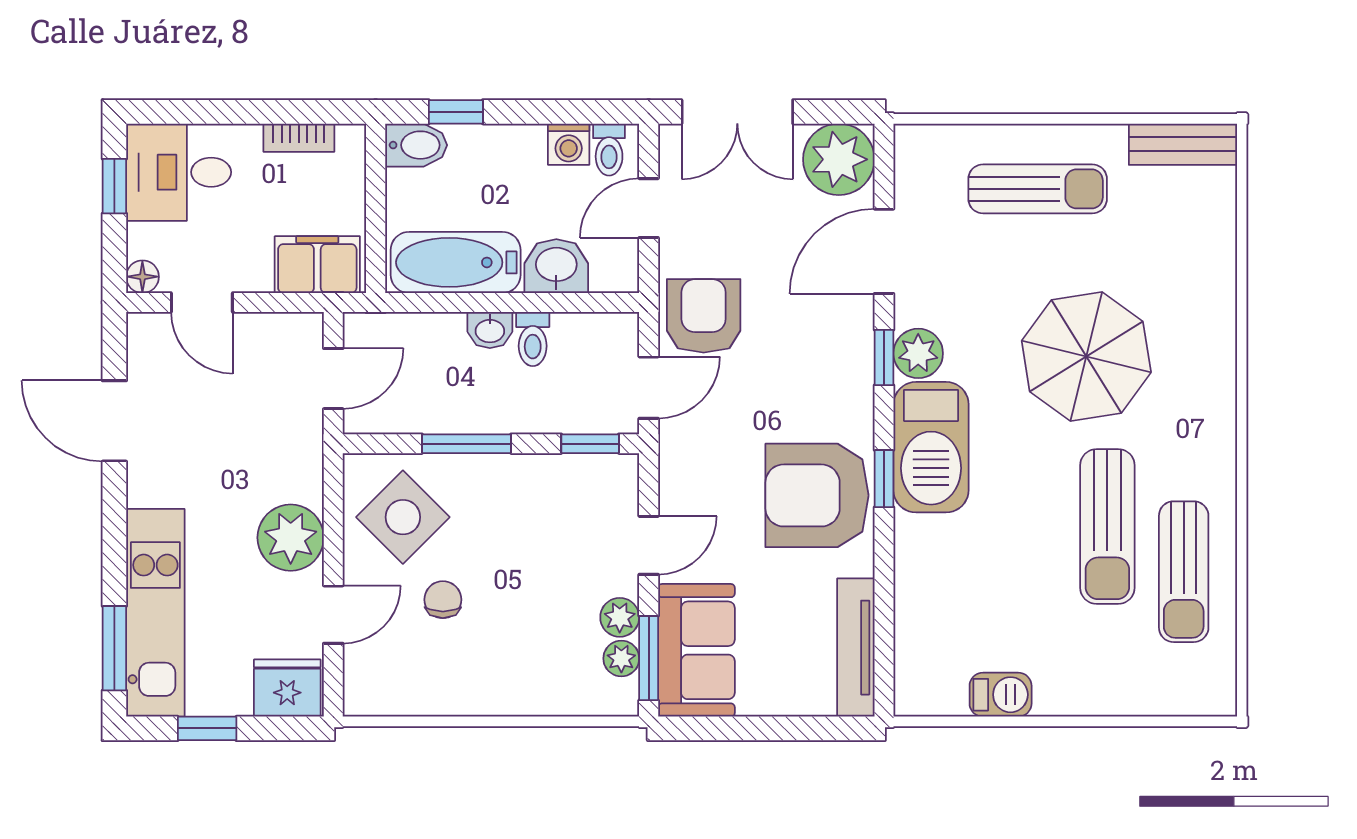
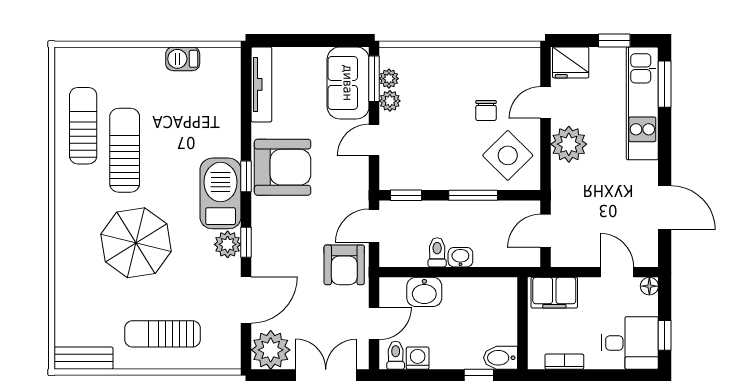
bathtub: (456, 262) -> (479, 294), removed

